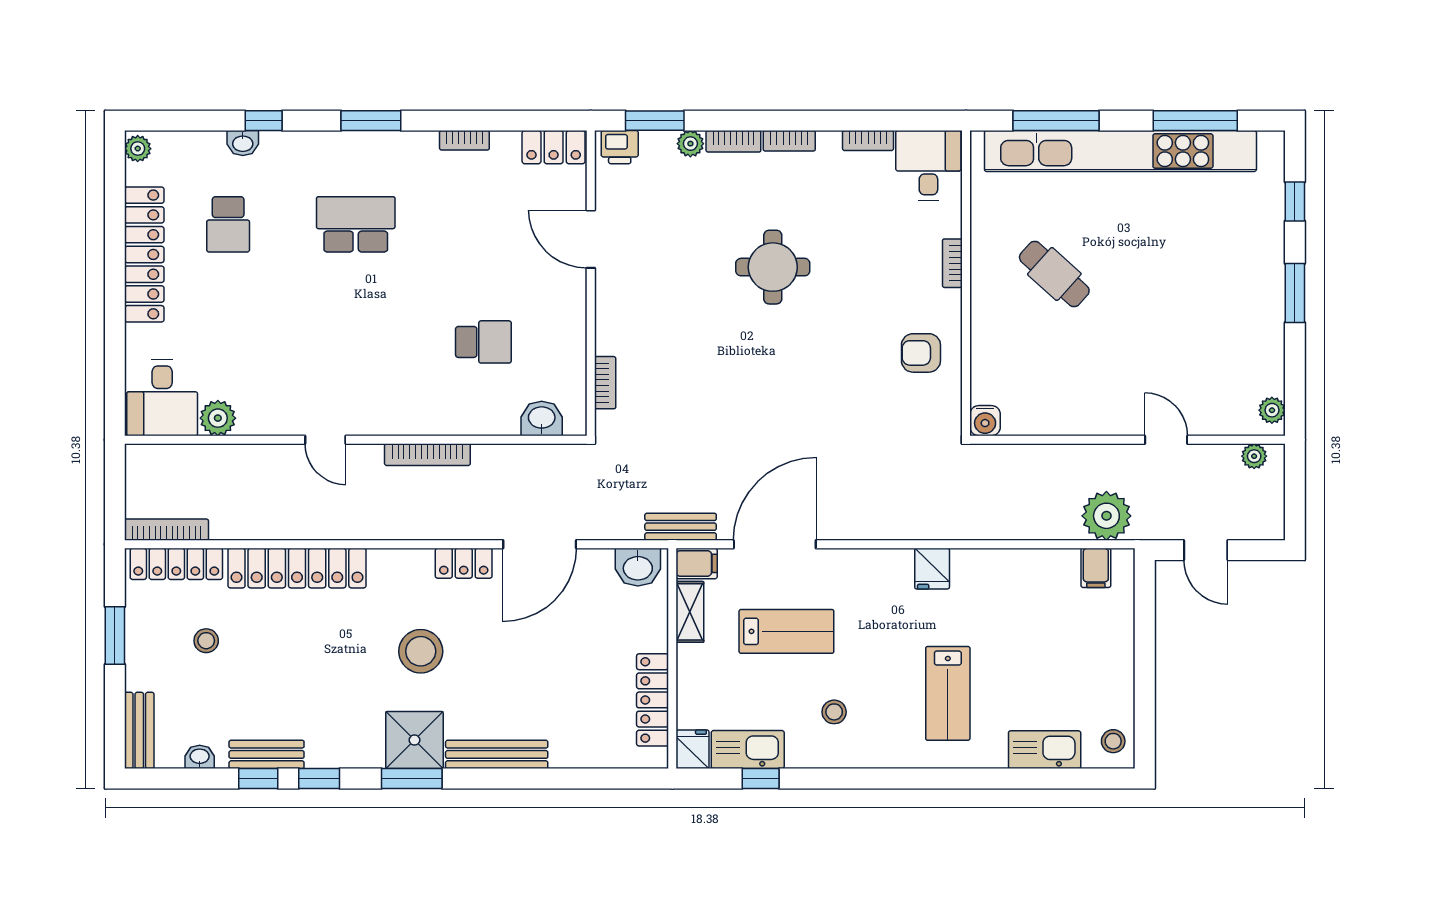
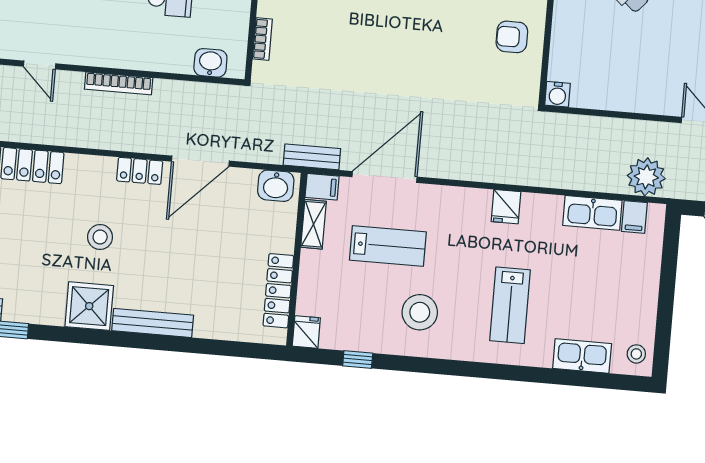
stool: (421, 651) -> (100, 237), width x0.73, depth x0.73
stool: (834, 712) -> (420, 312), width x1.89, depth x1.89
kitchen sink: (748, 750) -> (592, 213), moved, turned 180
window: (412, 779) -> (84, 336), removed

